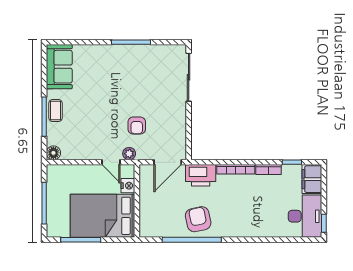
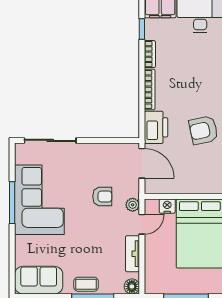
corner sofa: (134, 67) -> (39, 200), added
tv unit: (84, 154) -> (133, 254), added

